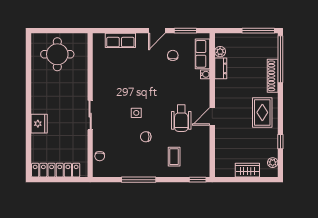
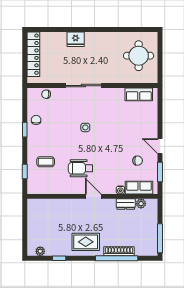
row of seats: (120, 40) -> (139, 94), moved, turned -90
window: (280, 59) -> (117, 258), moved
sliding door: (90, 115) -> (83, 86), width x1.37
door: (212, 116) -> (93, 196), moved
chair: (146, 137) -> (36, 120), moved
wardrobe: (247, 170) -> (33, 228), removed
window: (139, 180) -> (25, 130), width x0.46
window: (198, 180) -> (25, 171), moved

